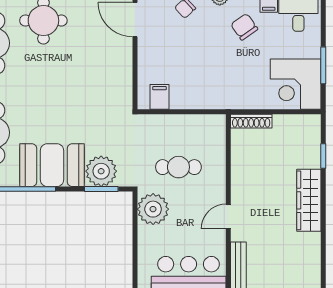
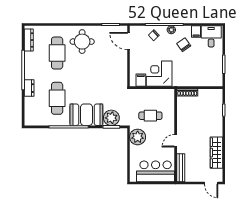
corner desk: (296, 84) -> (159, 74), moved, turned 90
wardrobe: (309, 200) -> (216, 153), moved

